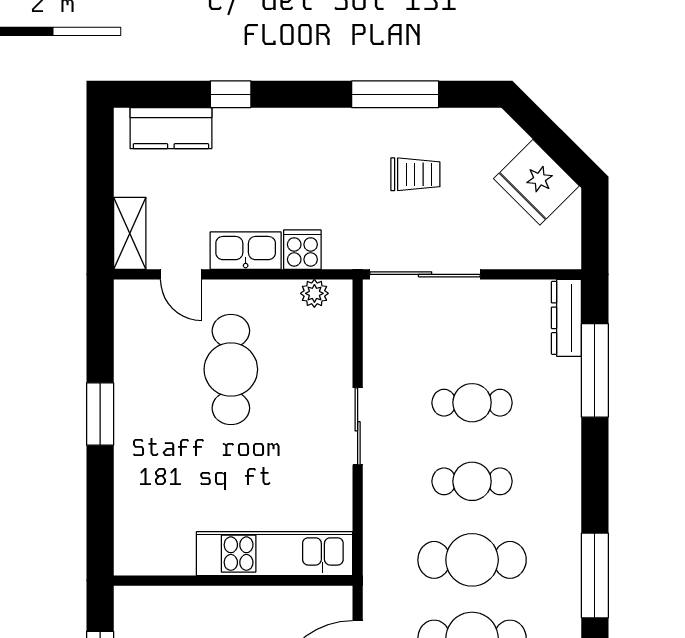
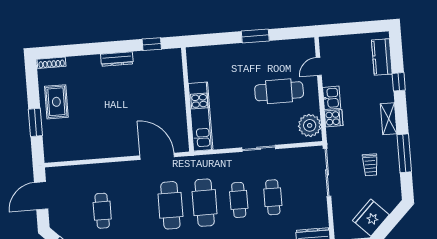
shelving: (130, 233) -> (389, 119), moved, turned 90
kitchen sink: (246, 251) -> (332, 98), width x0.73
plant: (314, 293) -> (310, 125), width x1.87, depth x1.87

